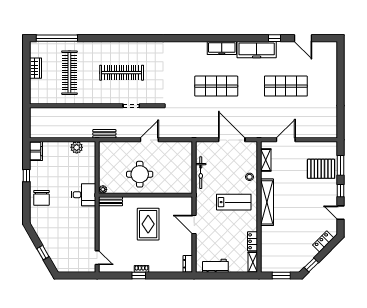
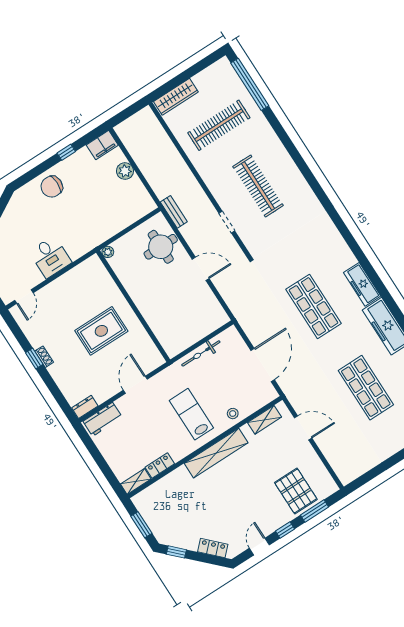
wardrobe: (35, 68) -> (176, 97), moved, width x1.50
plant: (77, 147) -> (125, 171), moved
round table: (140, 174) -> (161, 247), moved
desk: (83, 195) -> (50, 257), moved
bench: (111, 201) -> (100, 270), removed
lab bench: (234, 202) -> (191, 414), turned 180
workbench: (215, 266) -> (103, 419), moved, turned 90

